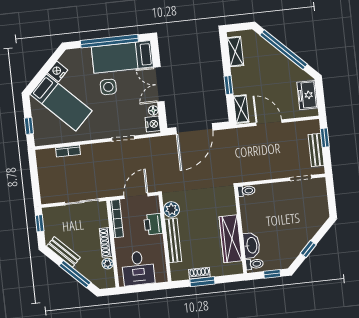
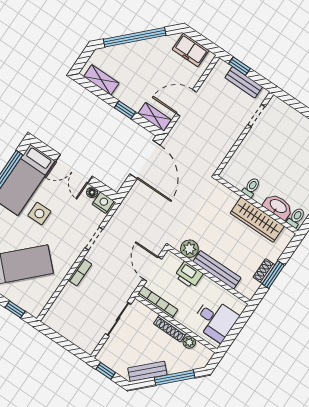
door: (194, 129) -> (145, 159), moved
bookcase: (68, 151) -> (80, 272), moved
toilet: (246, 191) -> (251, 187), moved

